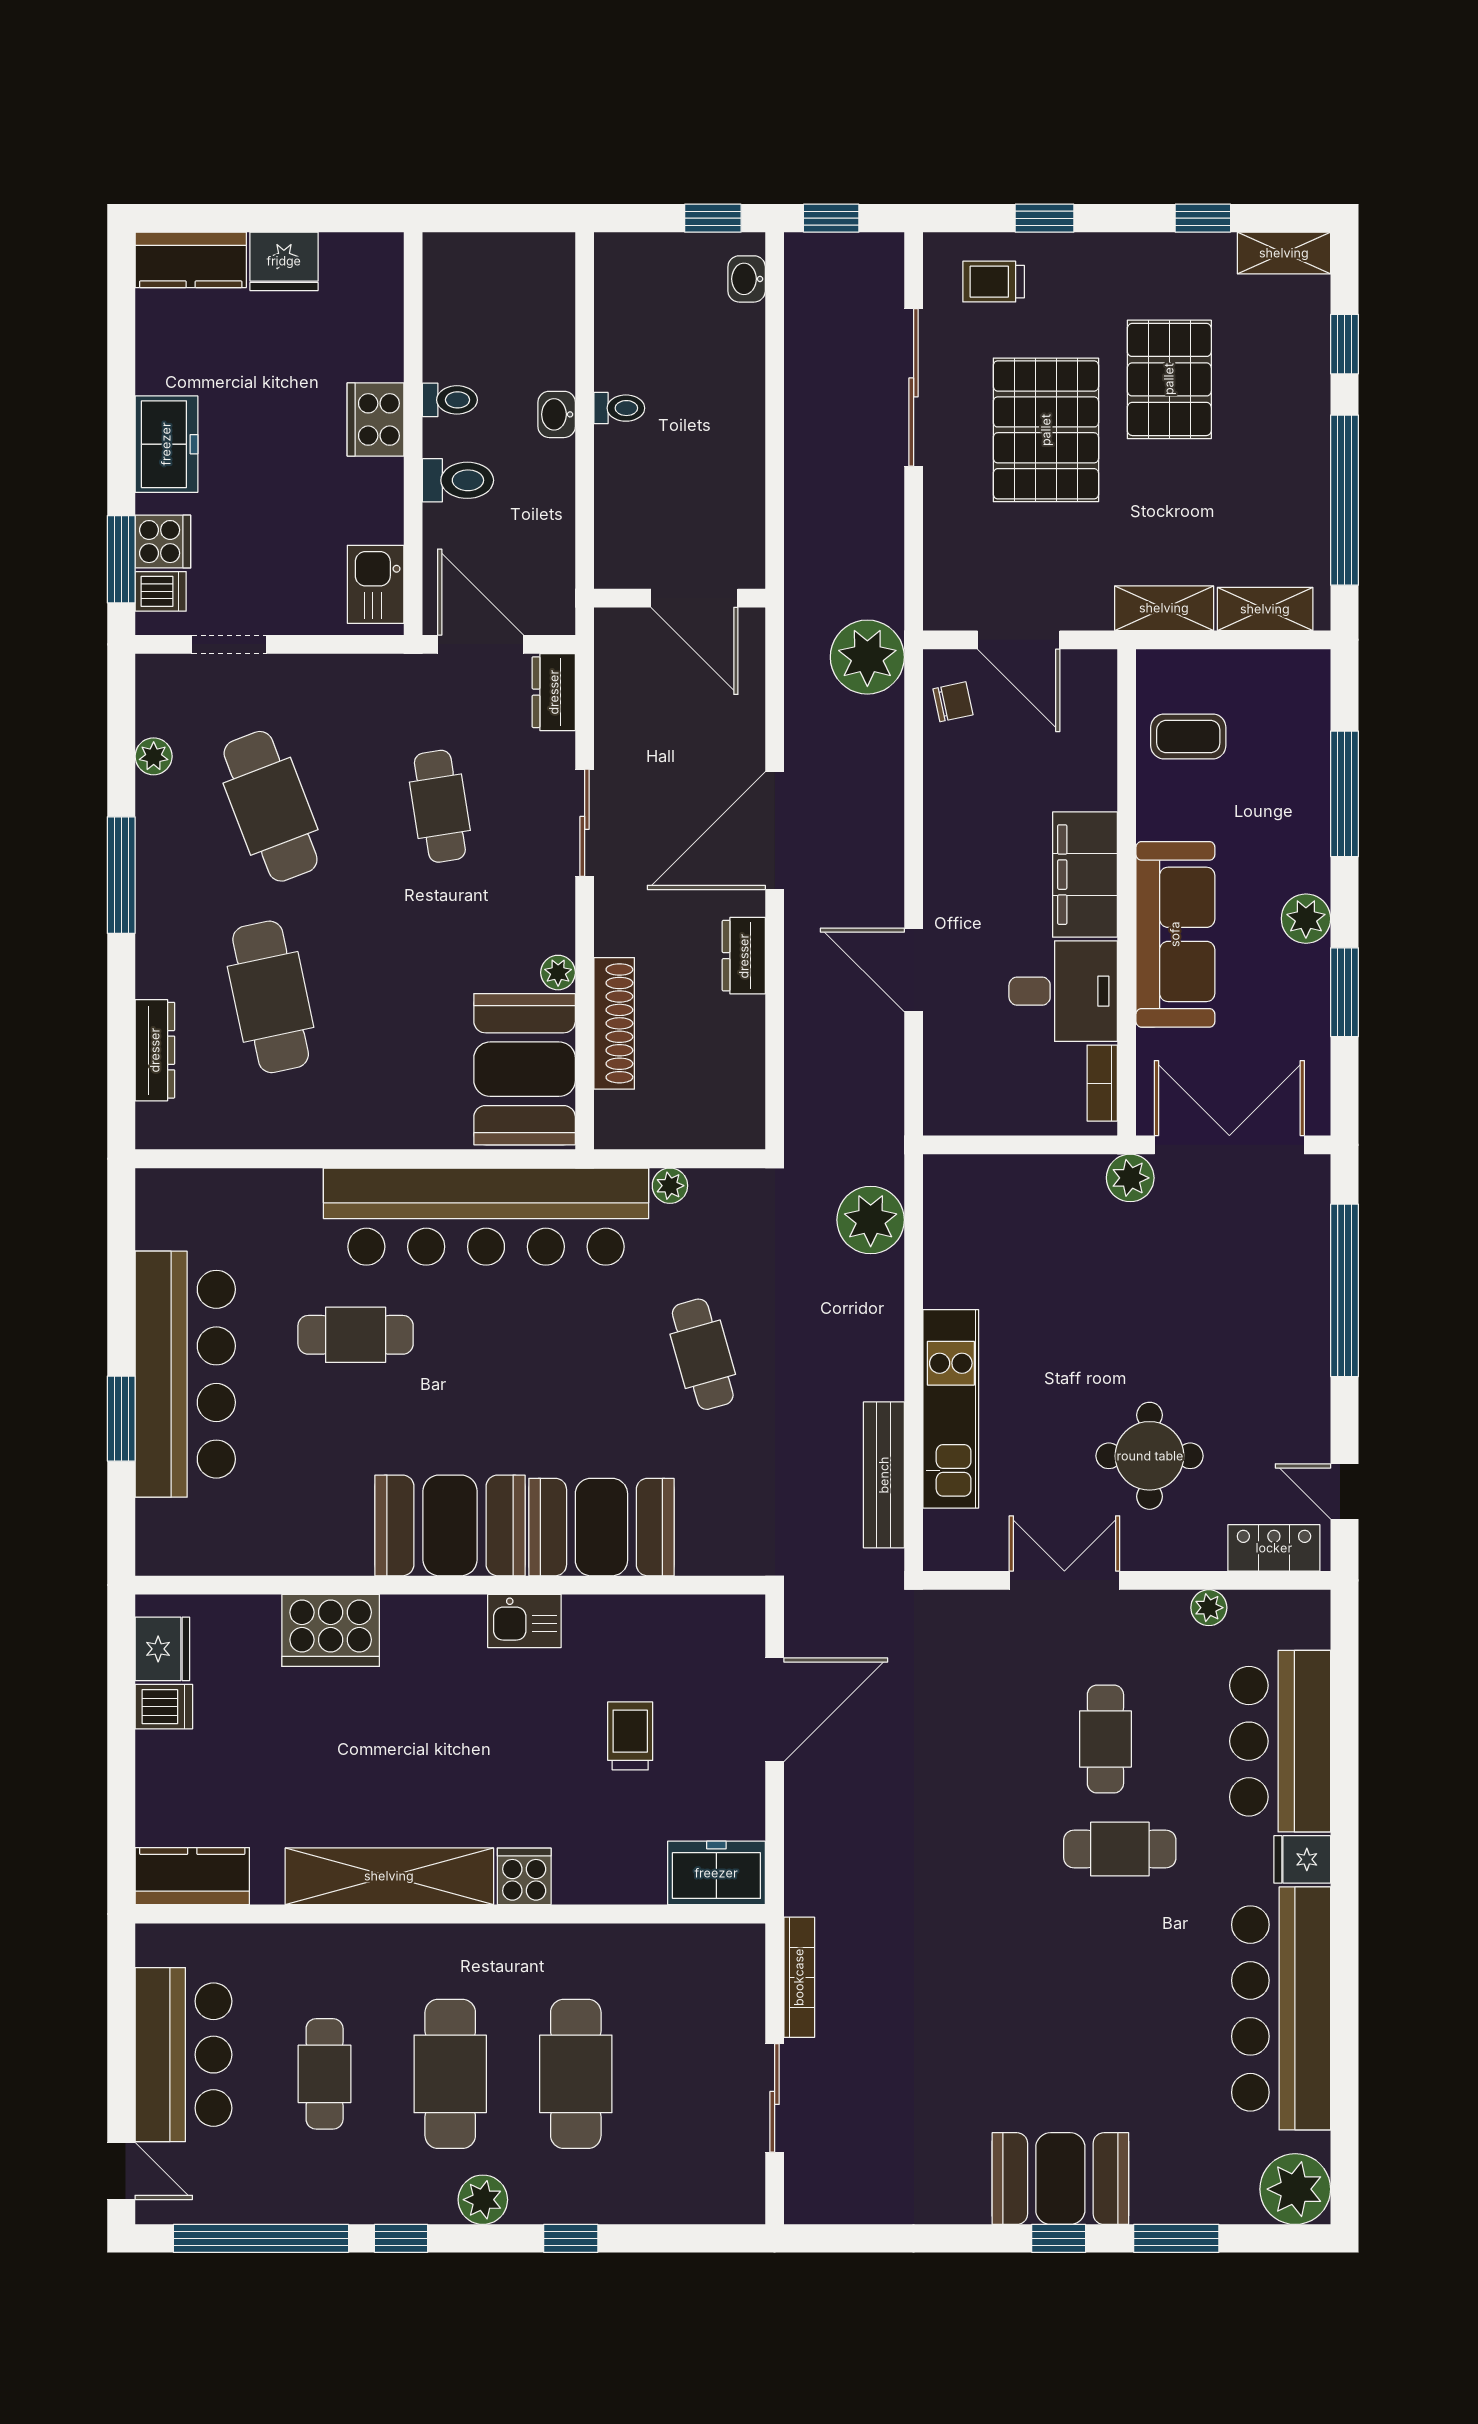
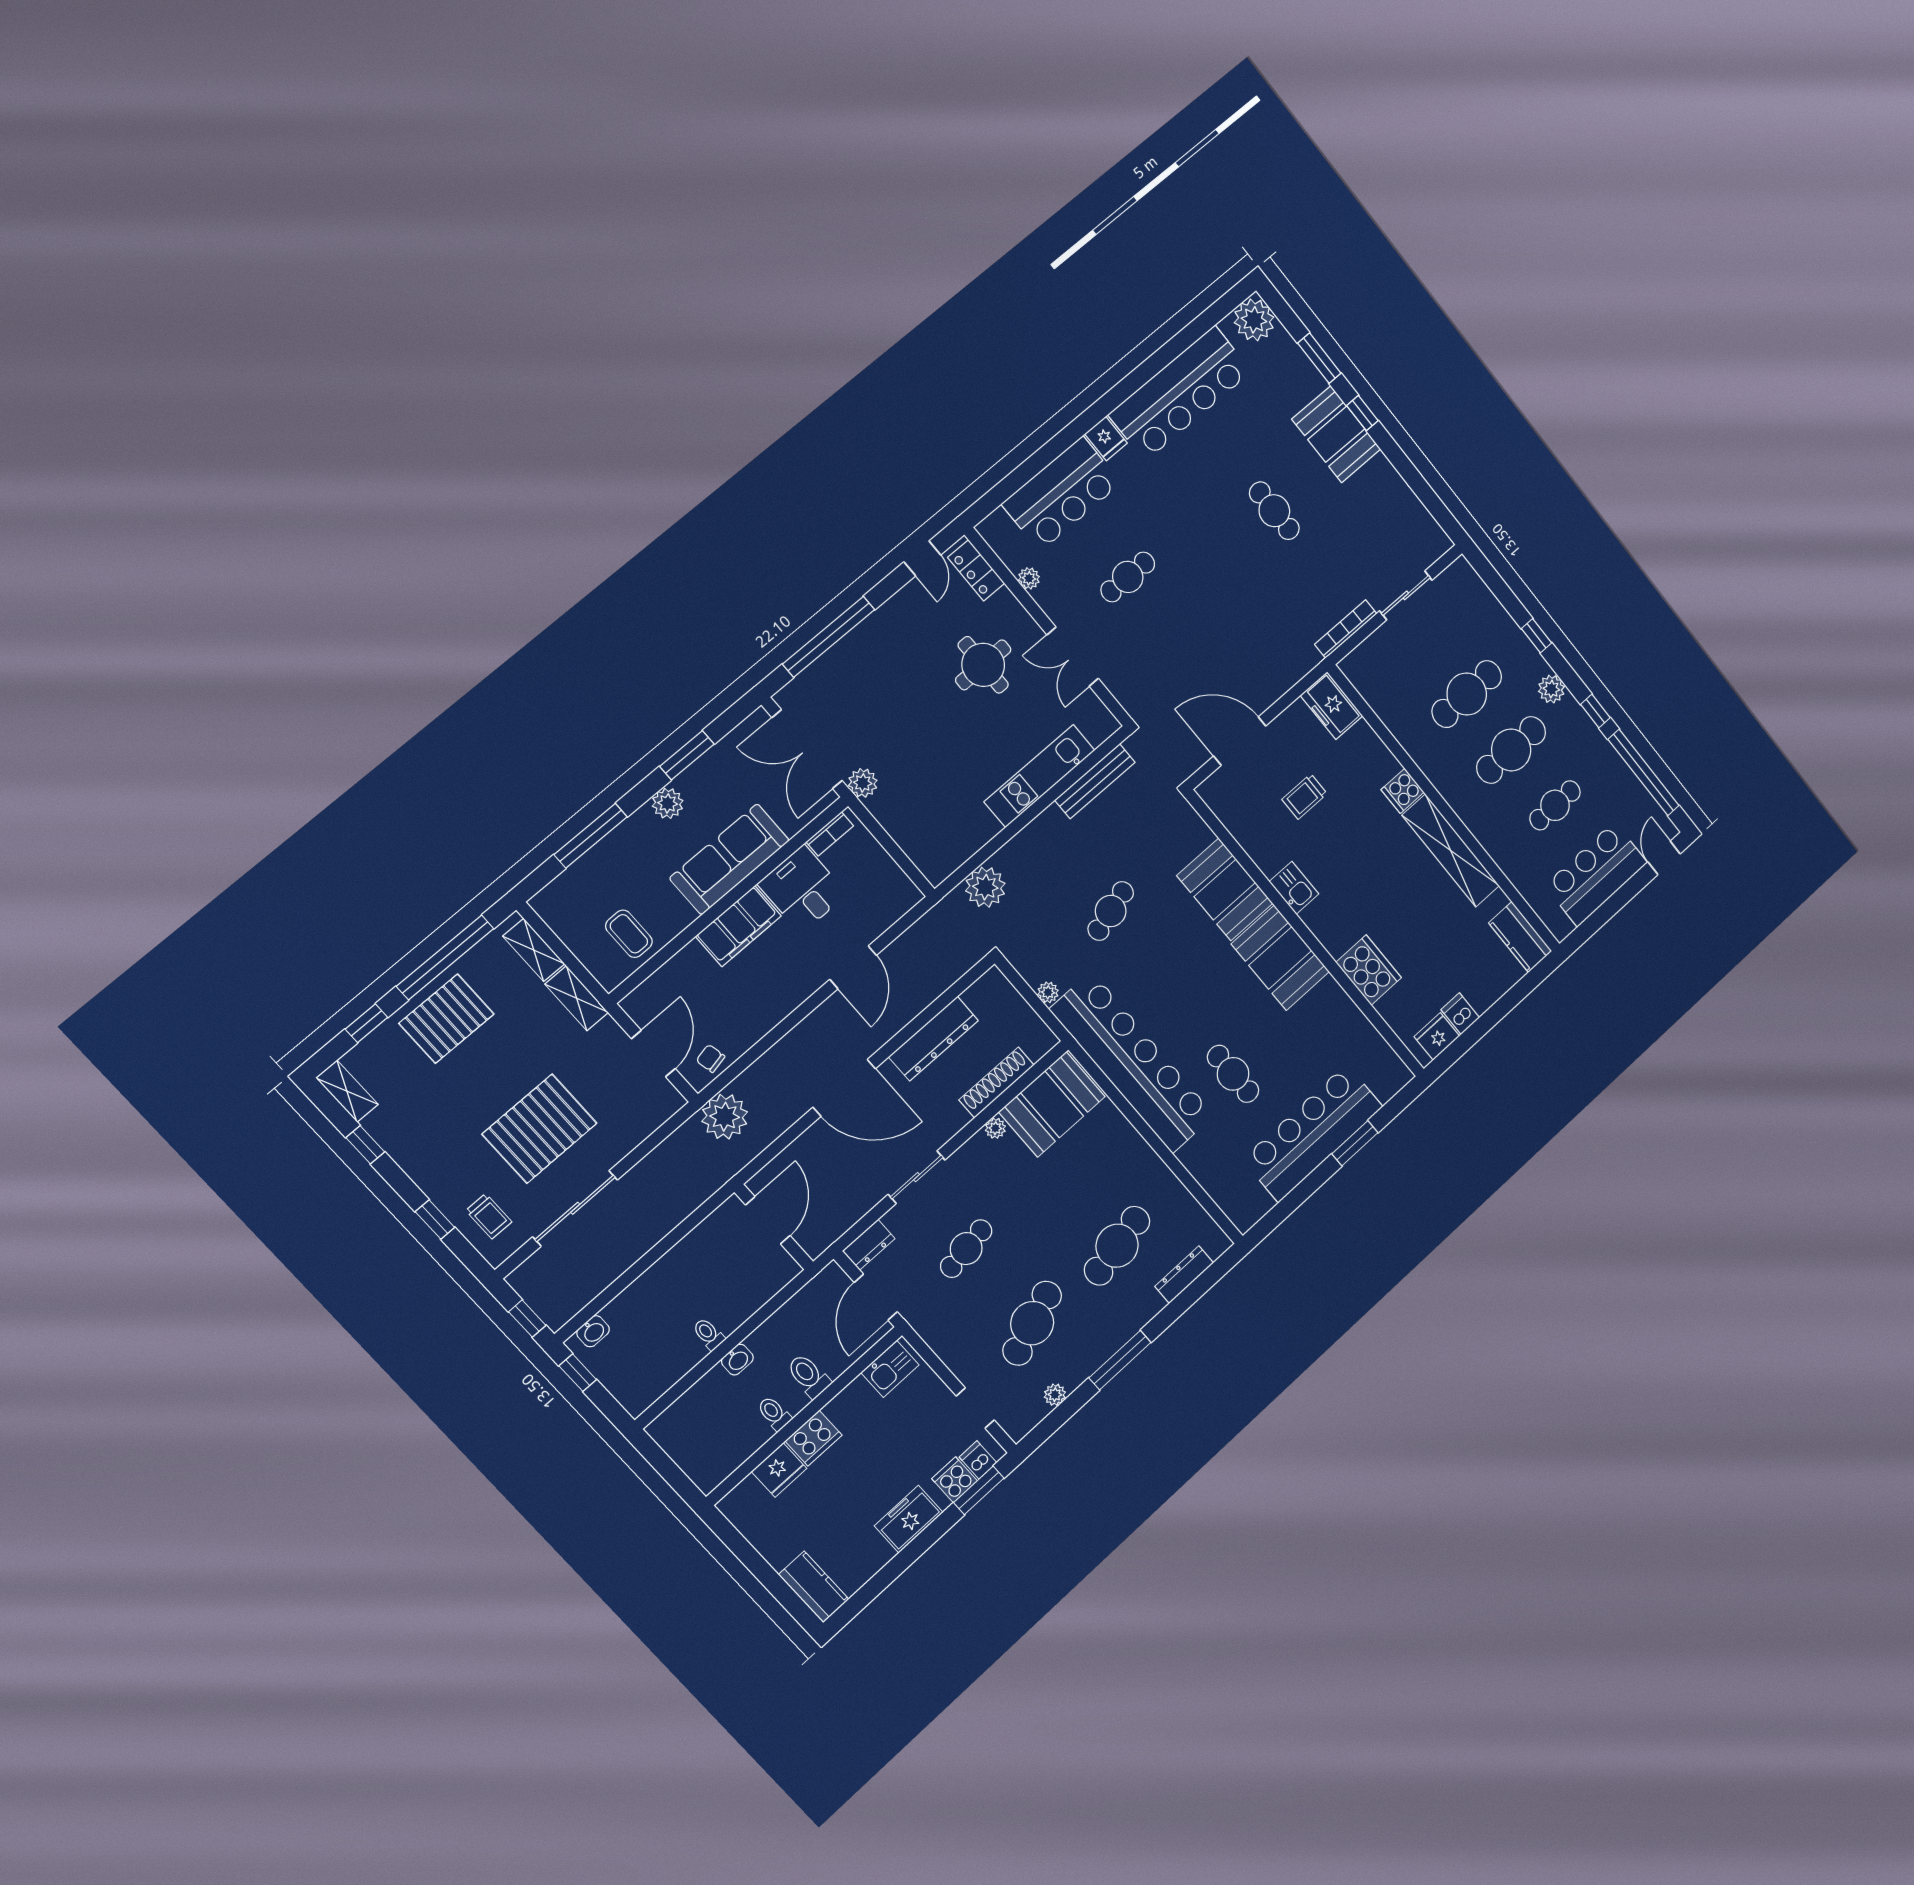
fridge: (284, 261) -> (779, 1470), moved, turned 90
pallet: (1169, 379) -> (447, 1019), moved
dresser: (744, 956) -> (933, 1039), width x1.96, depth x1.24
cafe table: (1120, 1849) -> (1274, 511), moved

